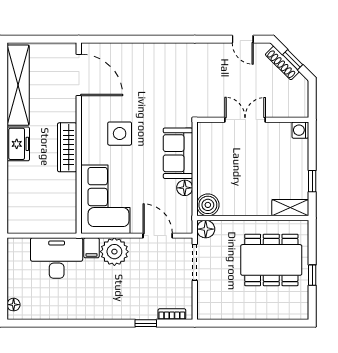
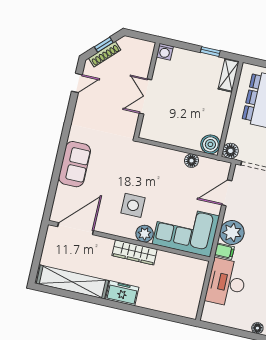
sofa: (178, 153) -> (75, 164), moved, turned -90
plant: (91, 154) -> (145, 234), added

